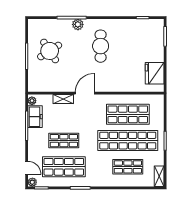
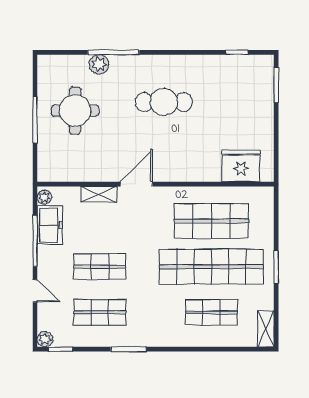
plant: (78, 24) -> (99, 64), moved
cafe table: (101, 46) -> (164, 102), turned 90
round table: (50, 51) -> (75, 111), turned 33
fridge: (155, 73) -> (241, 166), moved, turned 90
shop shelf: (64, 167) -> (100, 312), width x0.70, depth x0.74
door: (27, 168) -> (35, 291), moved

